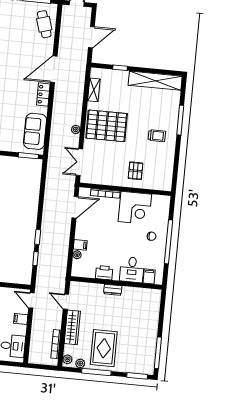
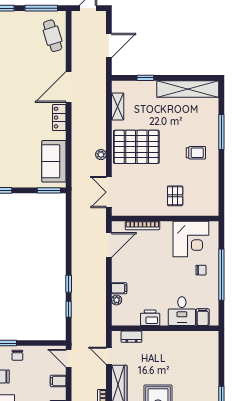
corner desk: (135, 208) -> (191, 239), moved
dresser: (113, 290) -> (131, 337), moved

